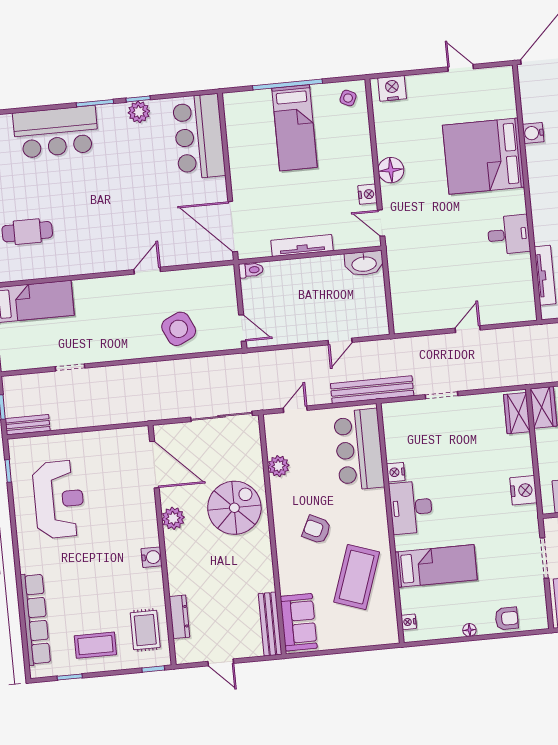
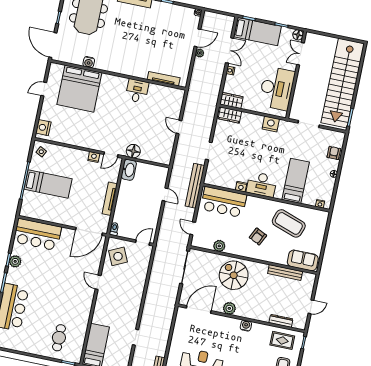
bed: (484, 156) -> (79, 89), moved
floor lamp: (391, 170) -> (133, 151), moved
side table: (179, 329) -> (118, 256), moved
bench: (270, 624) -> (285, 273), moved

